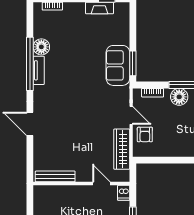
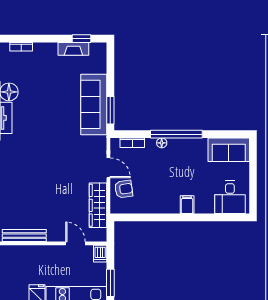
sofa: (118, 65) -> (94, 104), width x1.36
floor lamp: (179, 97) -> (162, 143), width x0.53, depth x0.53
armchair: (145, 135) -> (124, 189), turned -98

